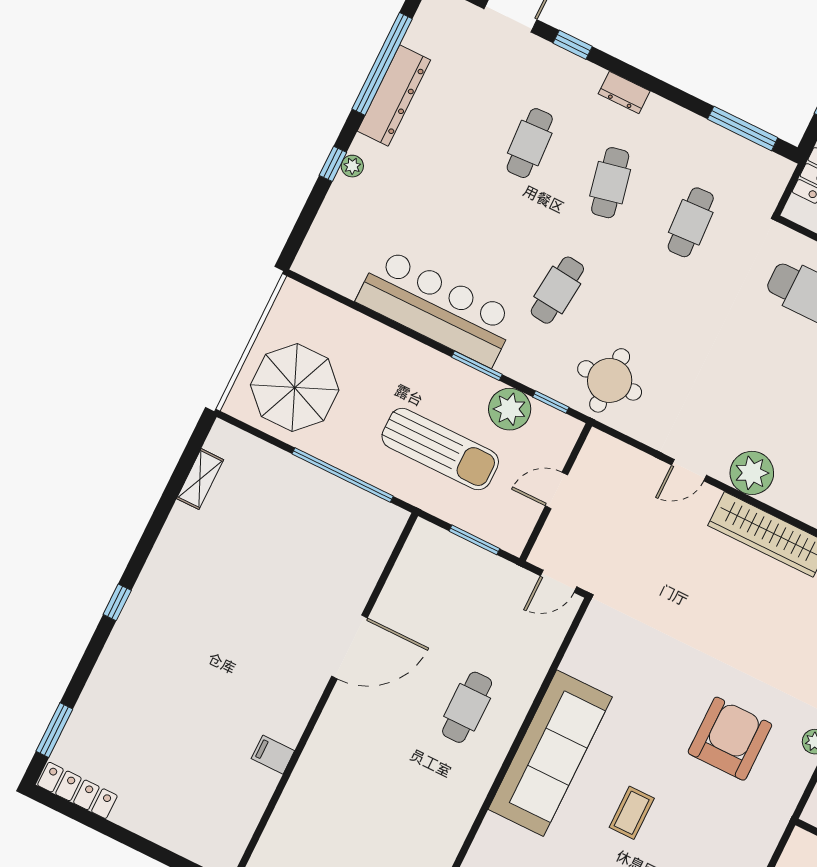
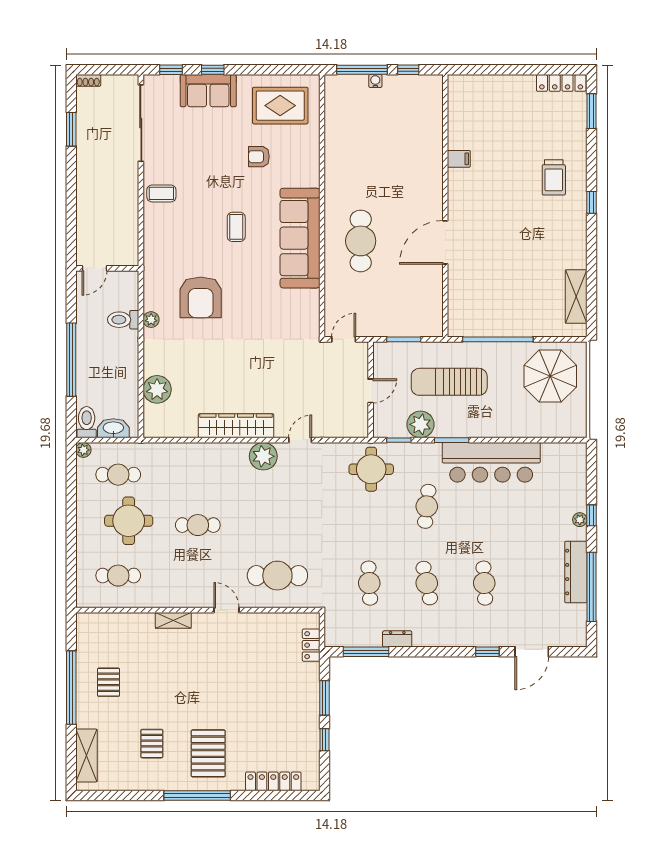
dresser: (624, 92) -> (397, 639), moved
shelving: (200, 479) -> (576, 297), width x1.50, depth x1.33
trolley: (153, 663) -> (554, 177), added
cafe table: (467, 707) -> (361, 241), width x1.37, depth x1.35

